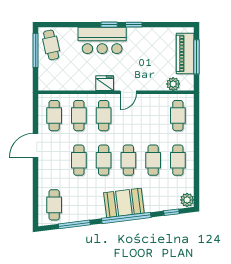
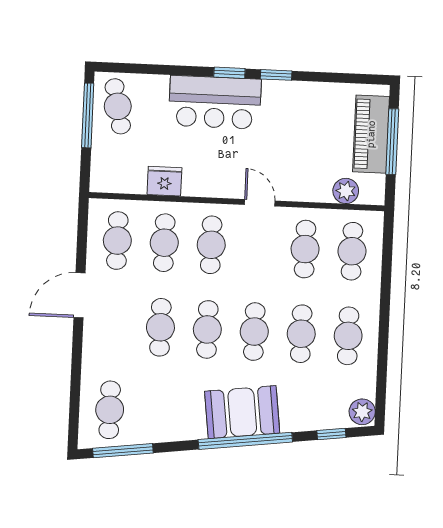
fridge: (105, 83) -> (164, 181), moved
door: (128, 92) -> (260, 203), swing flipped
cafe table: (153, 116) -> (305, 249), added
window: (74, 224) -> (123, 451), moved

